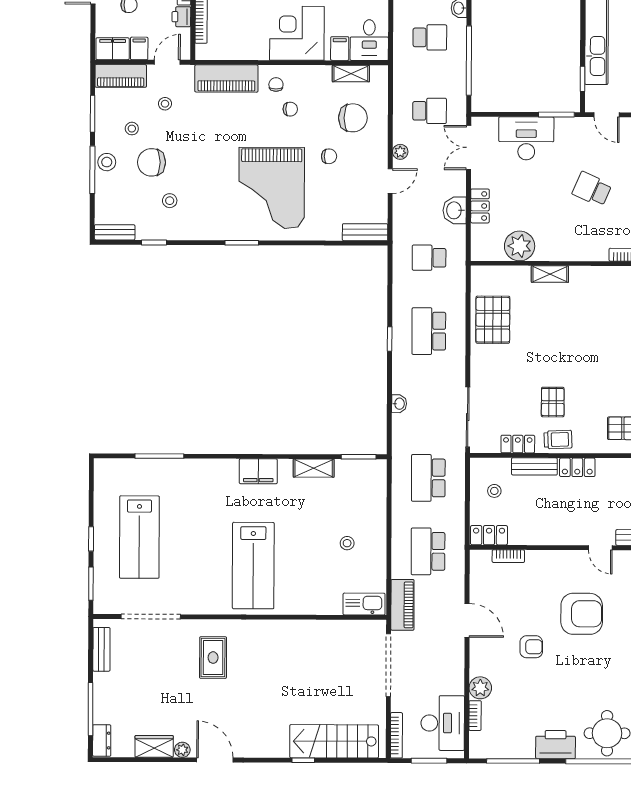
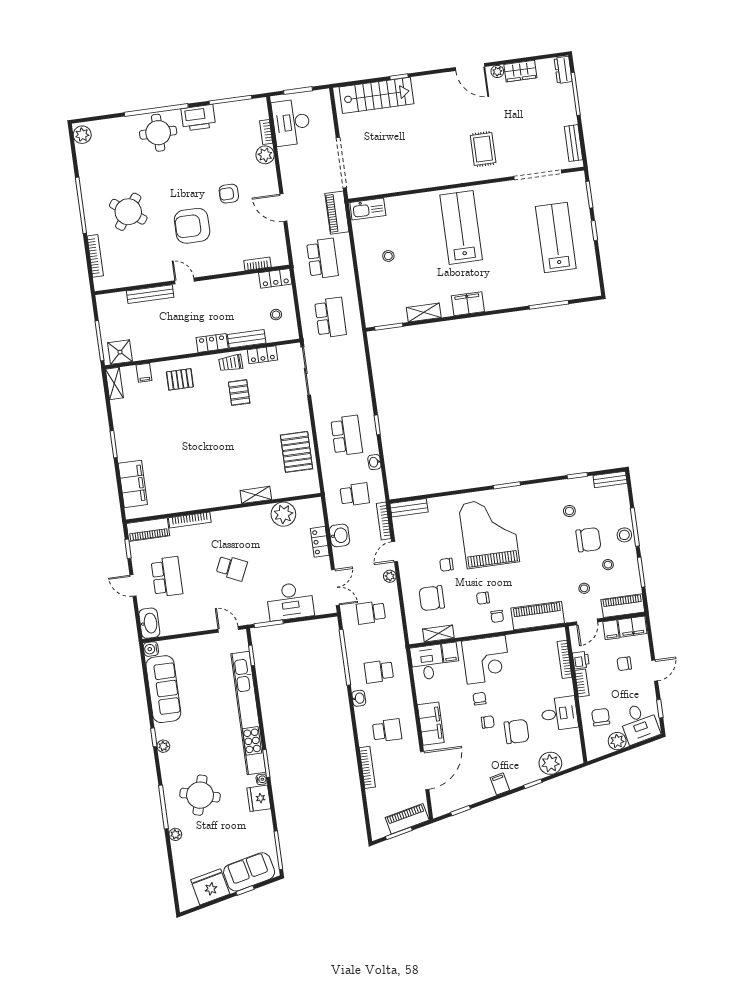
washbasin: (399, 404) -> (374, 462), moved
bookcase: (396, 735) -> (384, 521), moved

